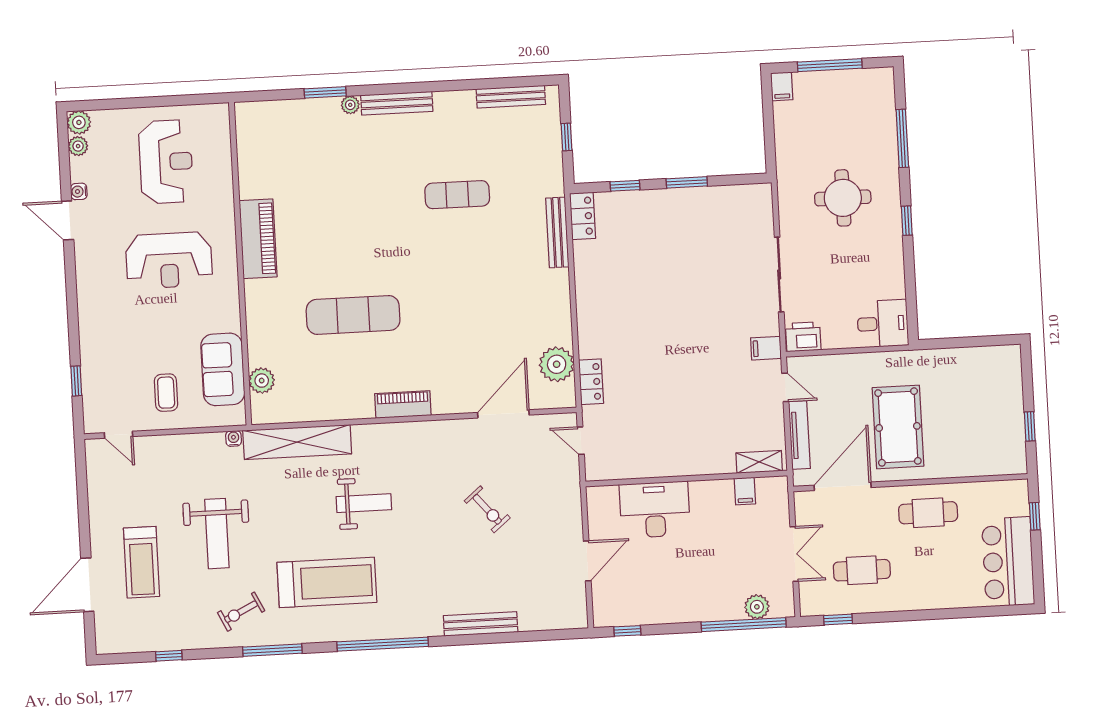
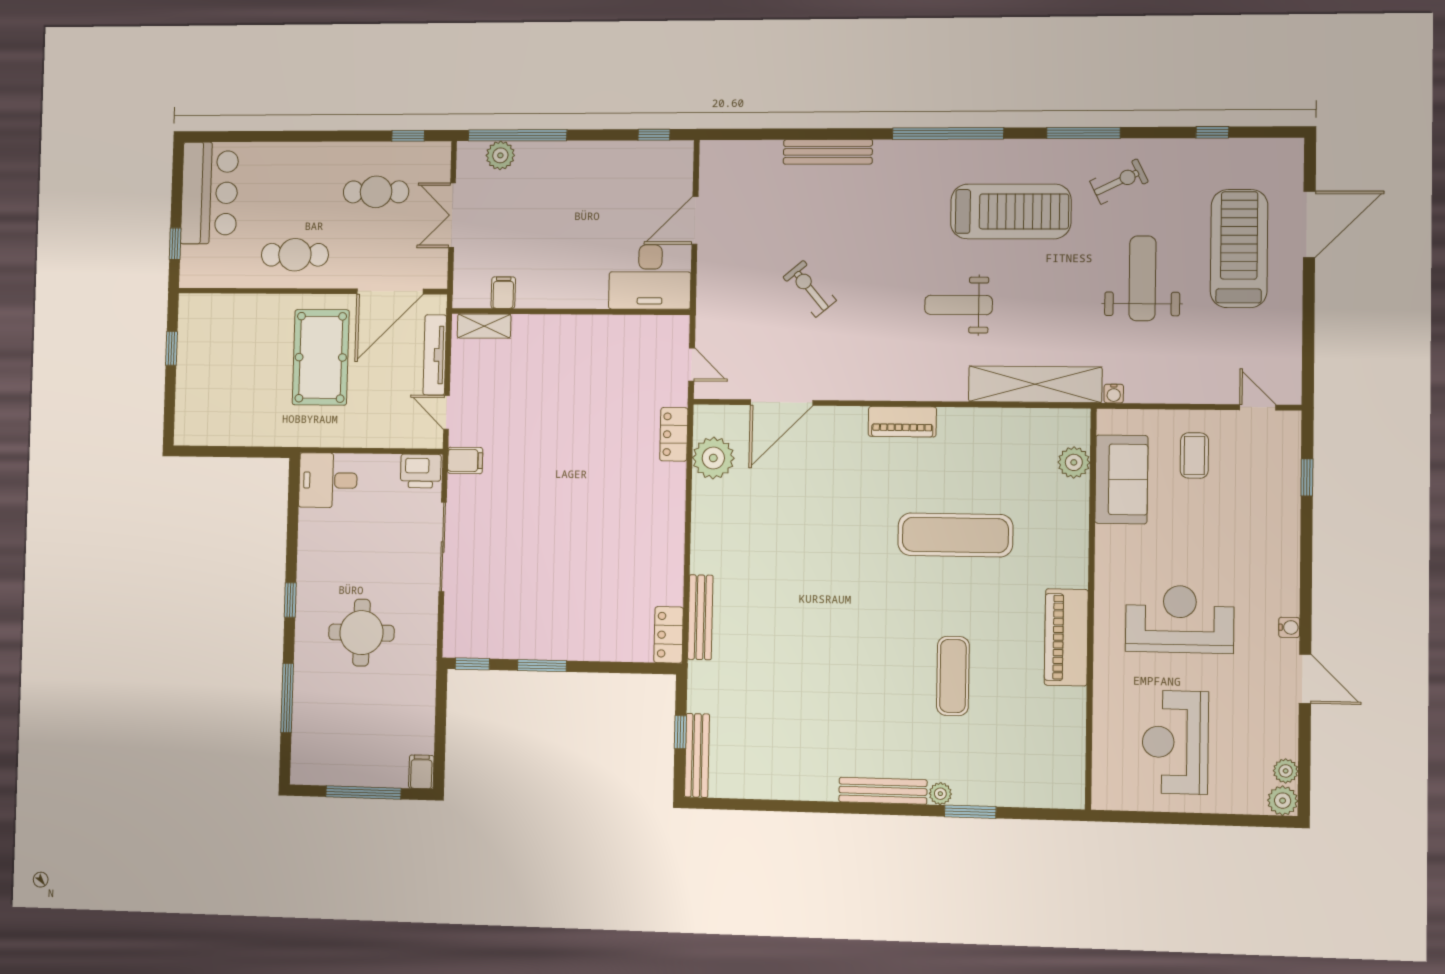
bench: (511, 97) -> (697, 755), moved, turned 90
window: (625, 186) -> (472, 664), moved
water cooler: (79, 191) -> (1289, 627), moved
exercise mat: (457, 195) -> (953, 676), moved, turned 90
desk: (655, 510) -> (650, 277), moved
treadmill: (142, 562) -> (1239, 248), width x1.37, depth x1.38
treadmill: (327, 582) -> (1011, 211), turned 180

